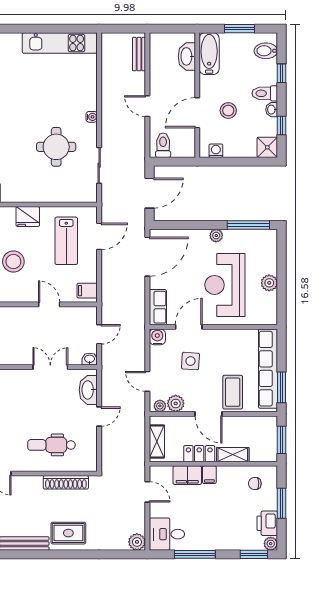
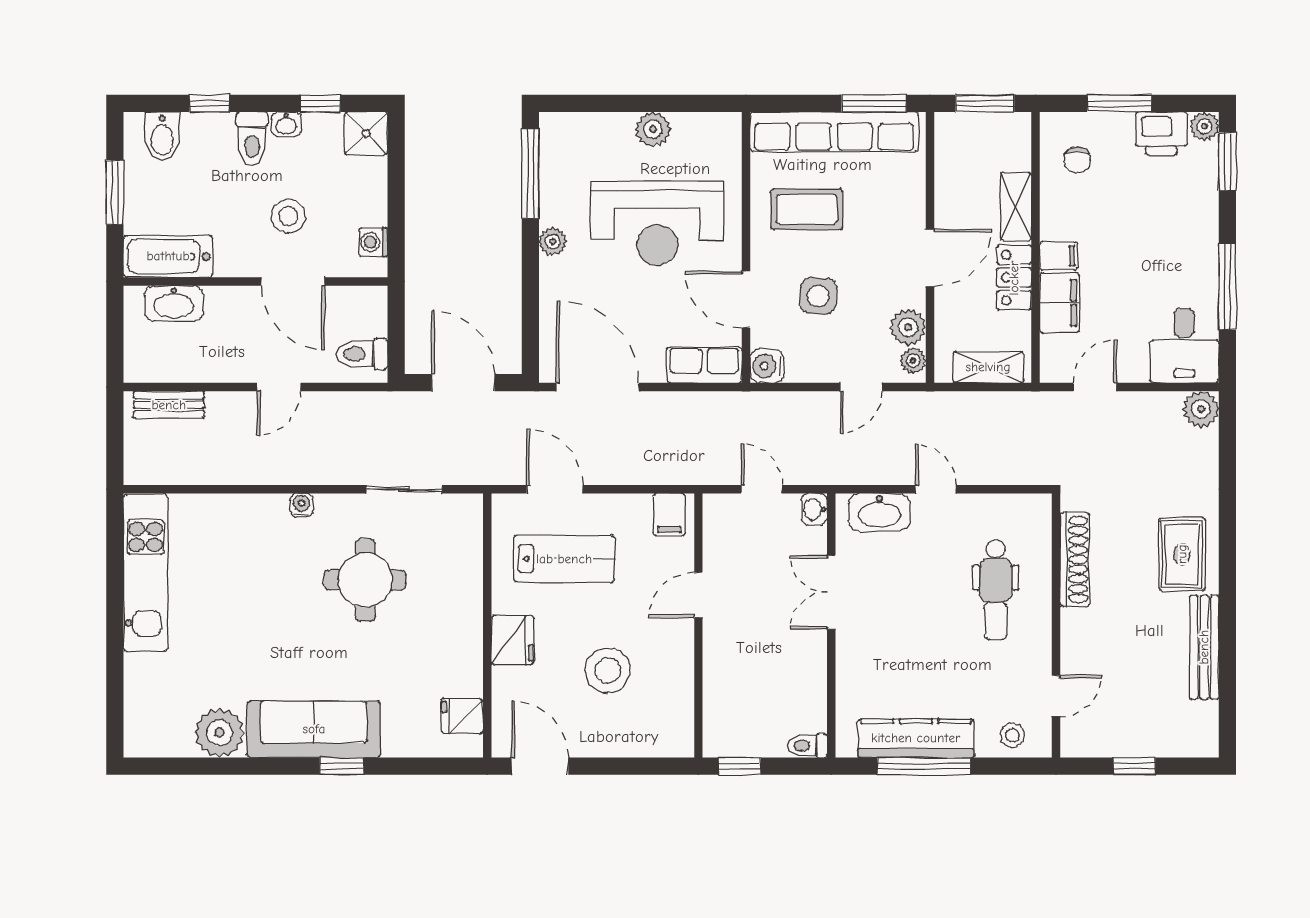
coffee table: (233, 392) -> (807, 209), moved

